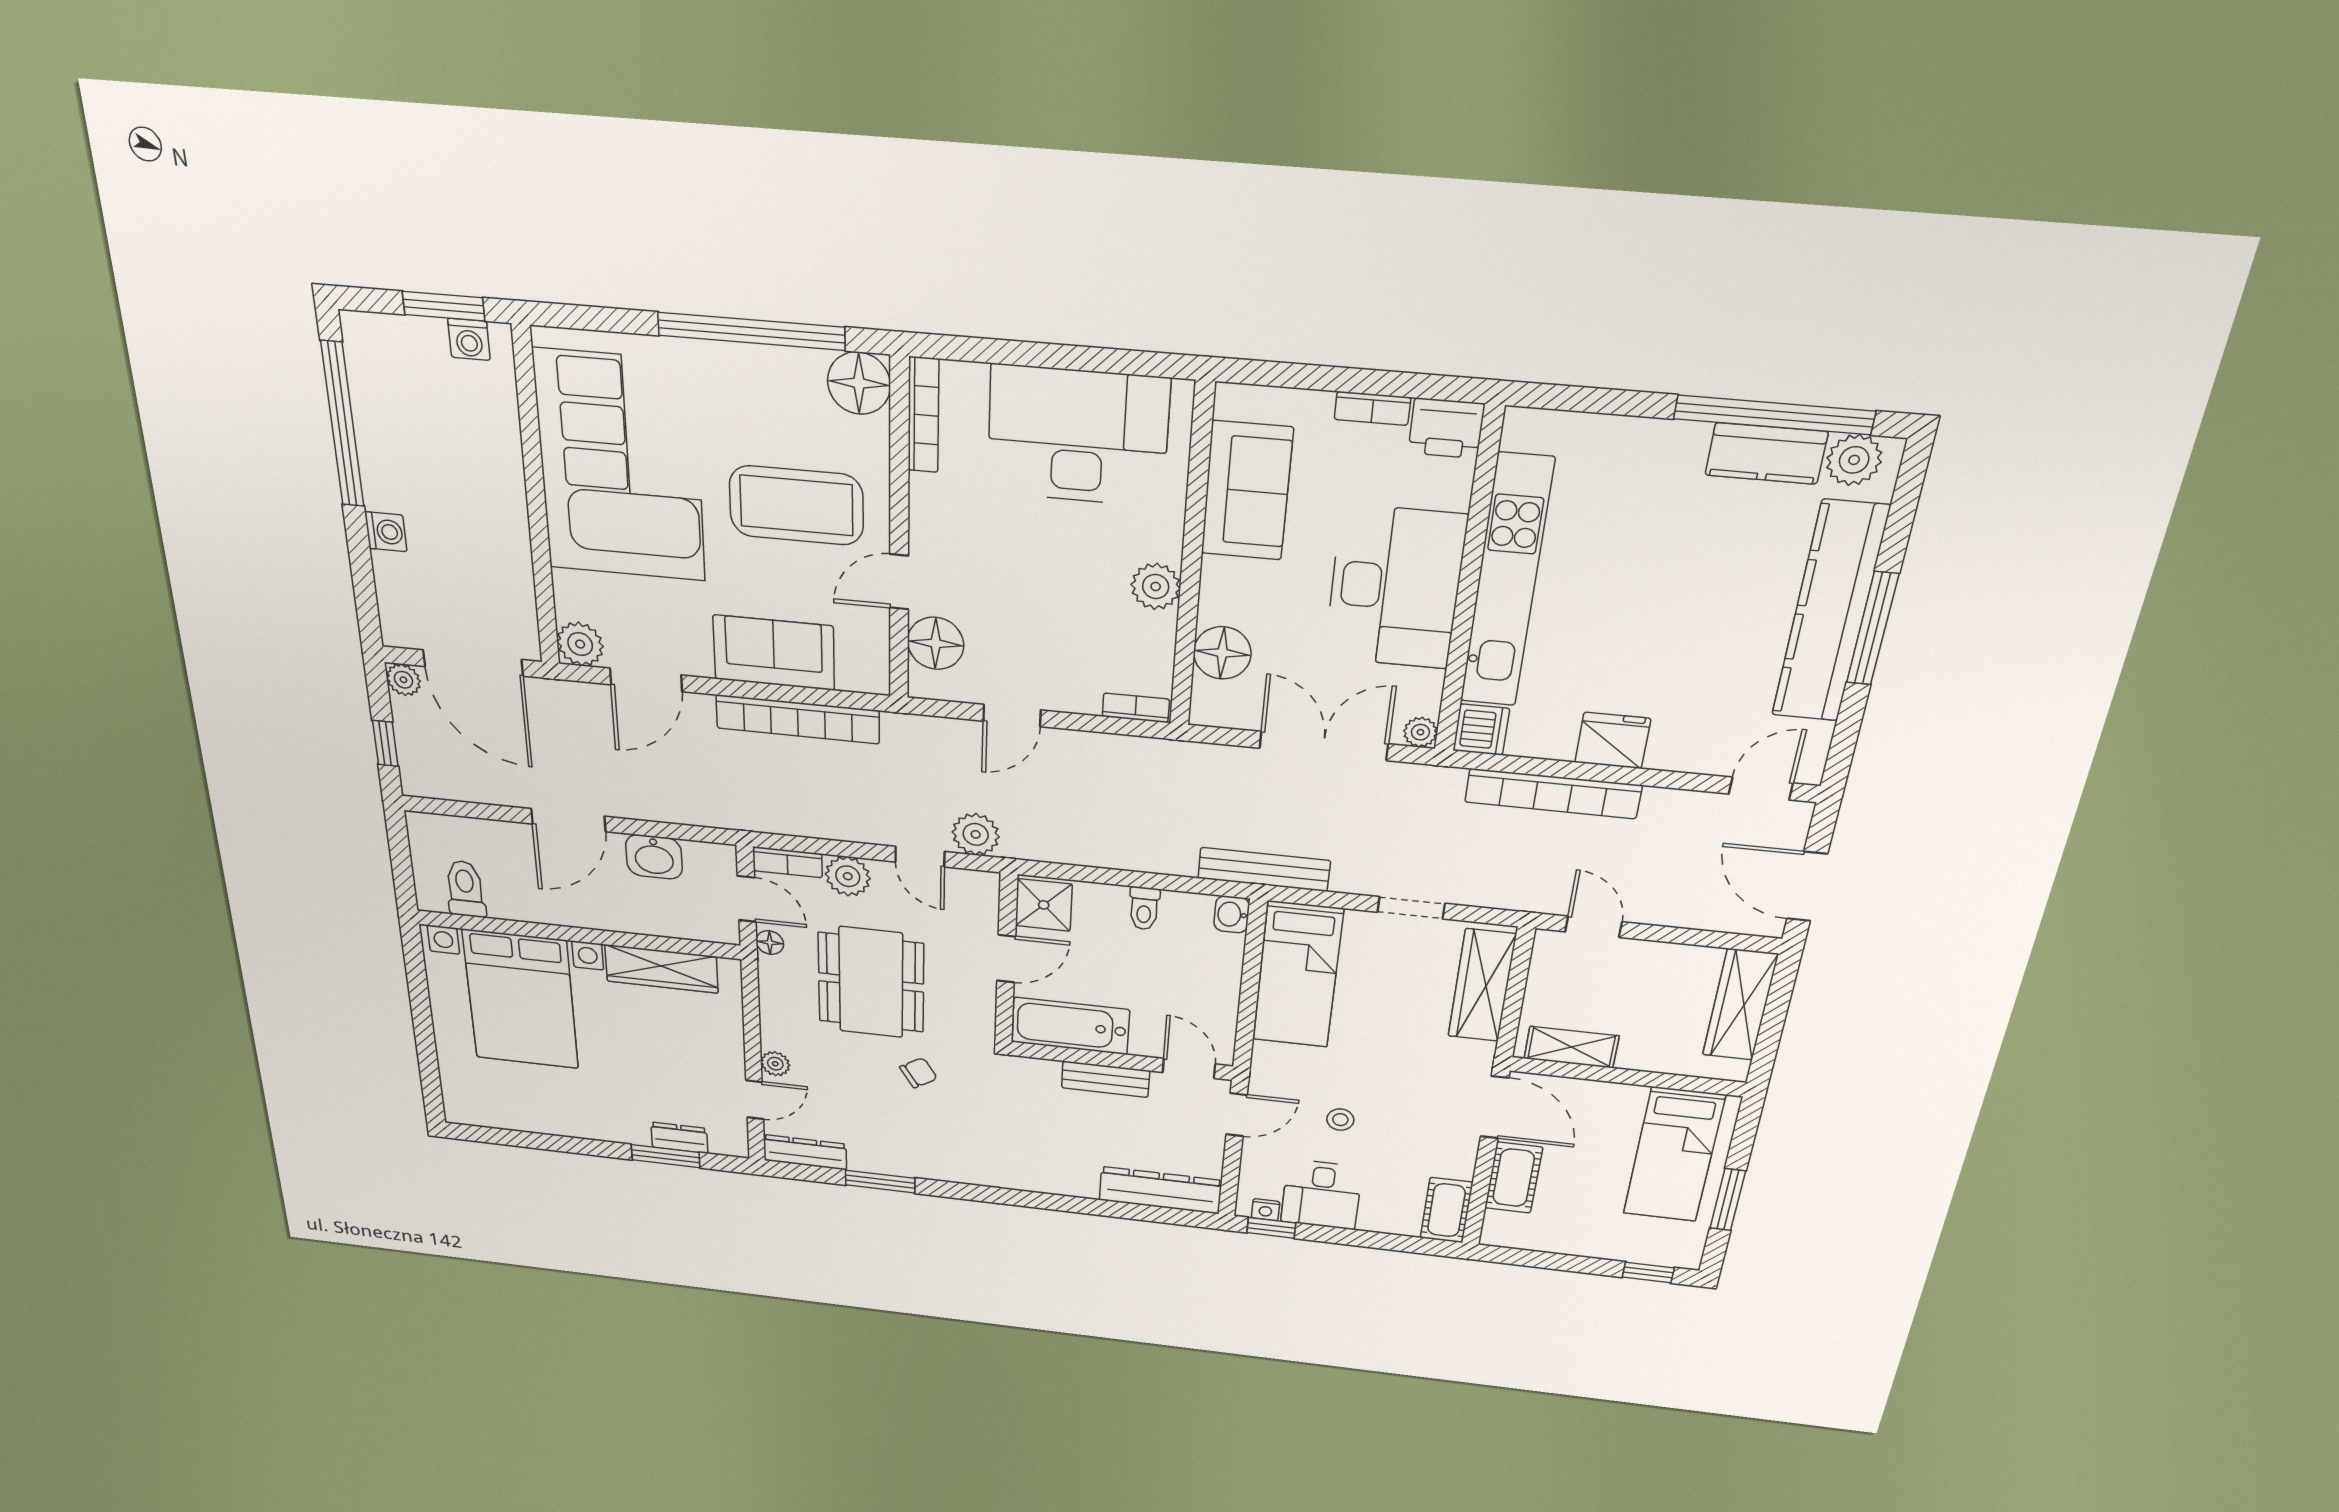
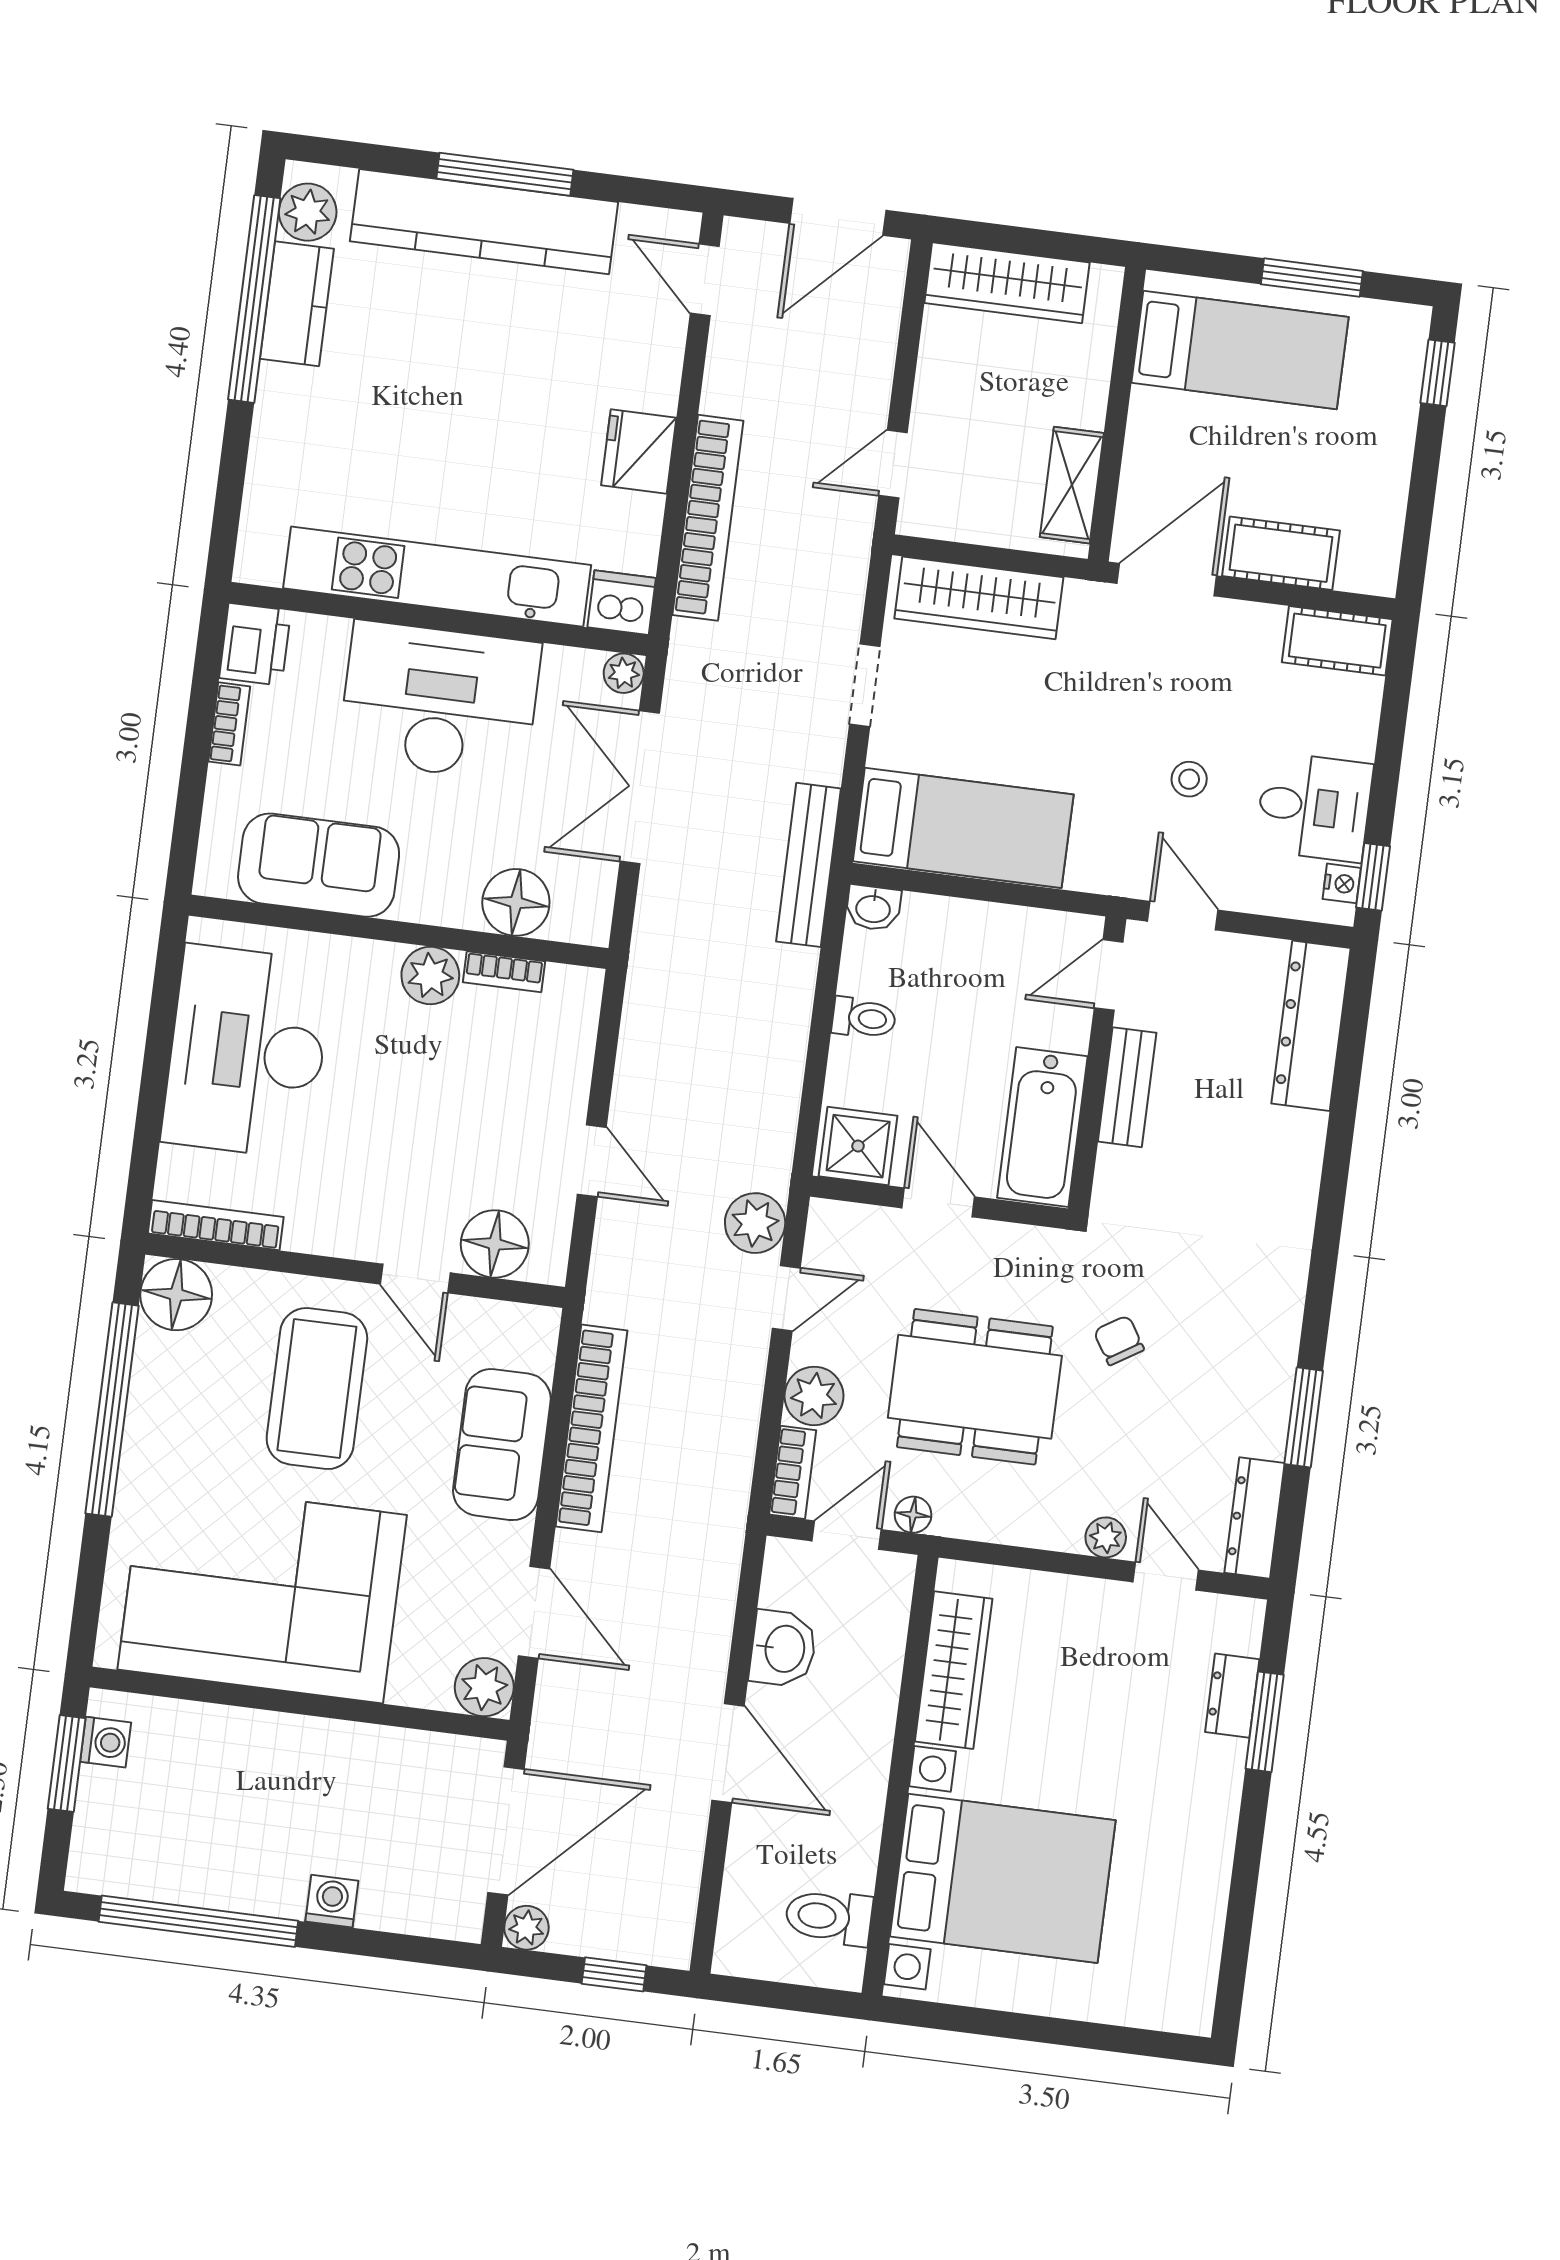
bookcase: (1136, 708) -> (504, 972), moved, turned -90

